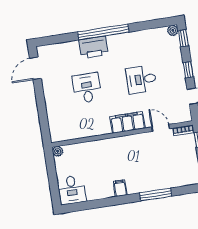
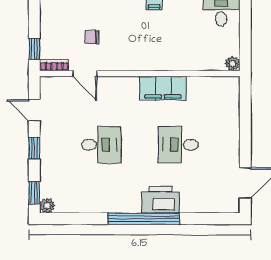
desk: (87, 88) -> (178, 145), turned 90
filing cabinet: (128, 122) -> (163, 88), moved
chair: (160, 154) -> (92, 37), added

